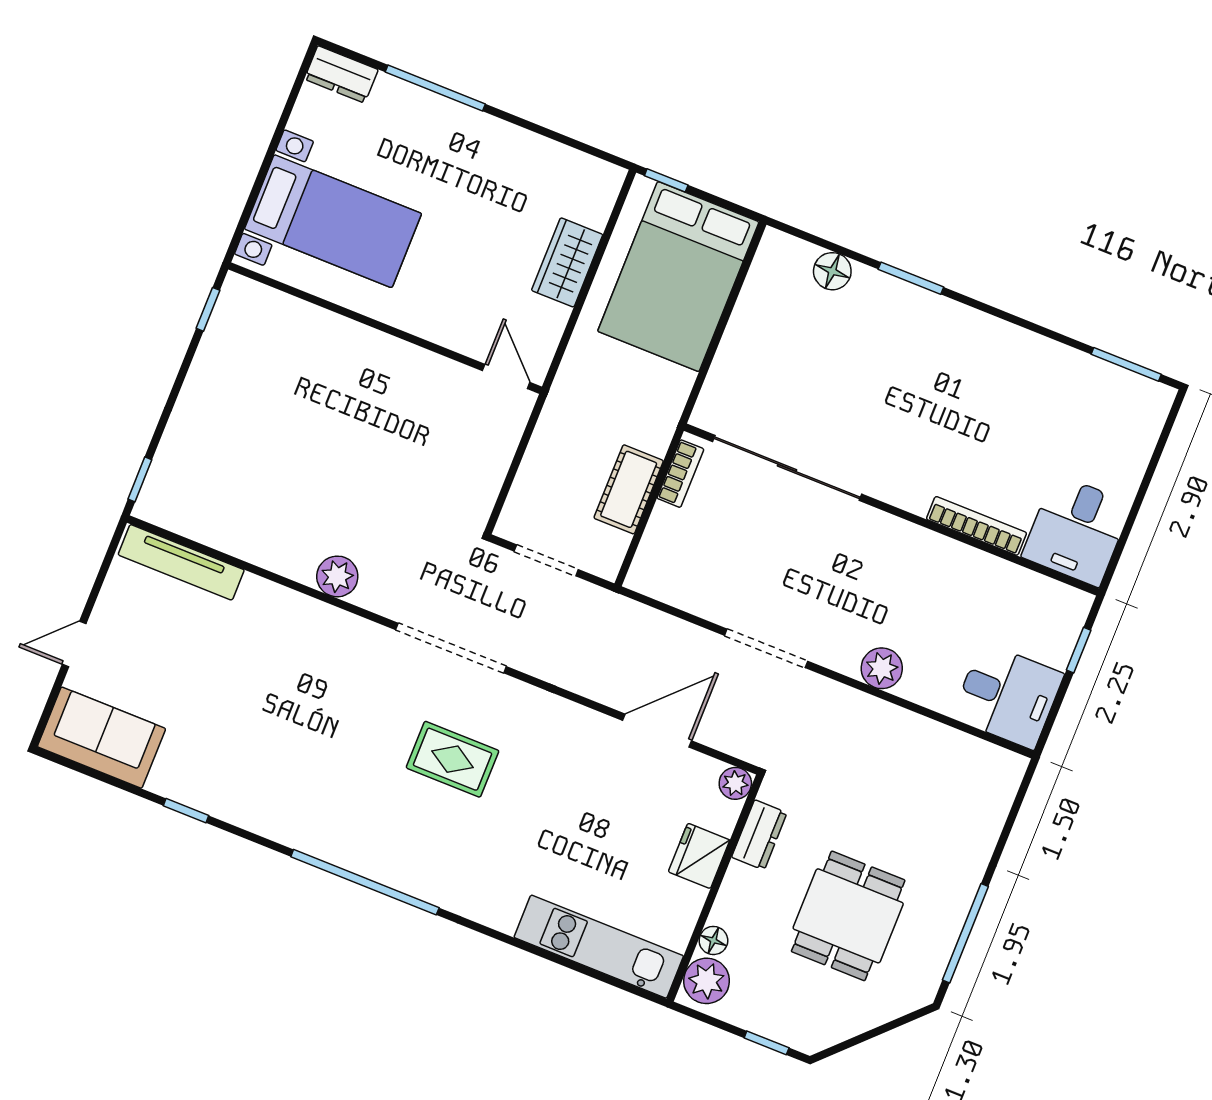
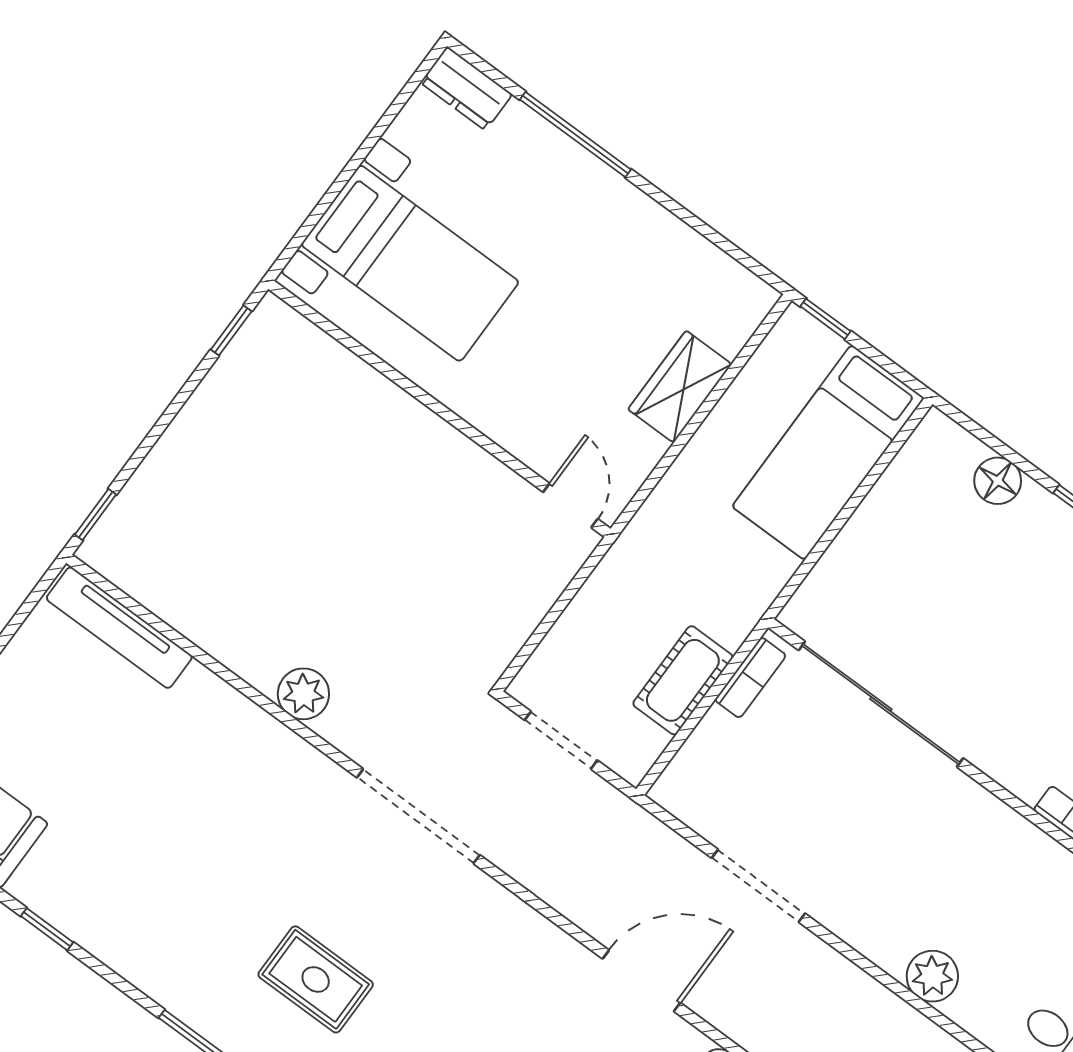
bed: (678, 277) -> (828, 452), width x0.67
doorway: (766, 648) -> (758, 886), moved
rug: (452, 759) -> (316, 979), moved

